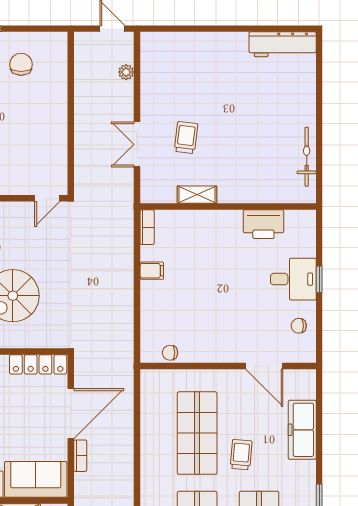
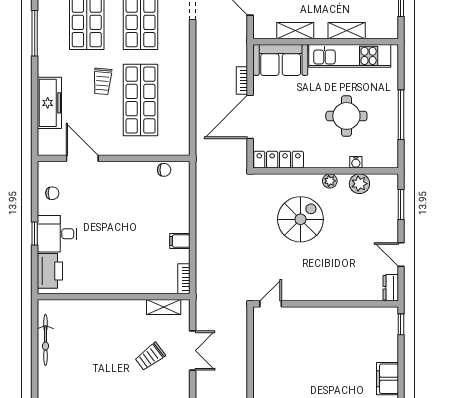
trolley: (186, 138) -> (150, 357), turned 46
shelving: (197, 195) -> (164, 307), moved
printer: (263, 224) -> (50, 271), moved, turned 90

